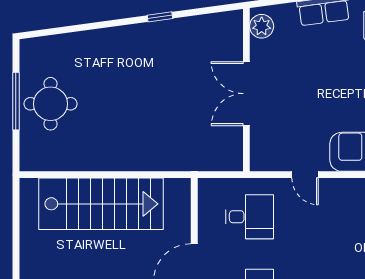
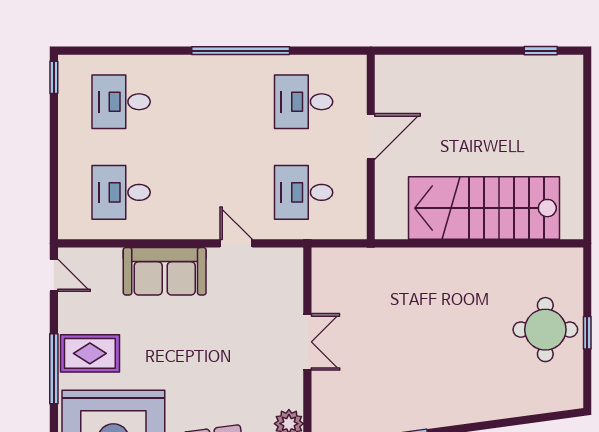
double door: (246, 94) -> (307, 342), width x0.73
window: (16, 101) -> (587, 333), width x0.46

